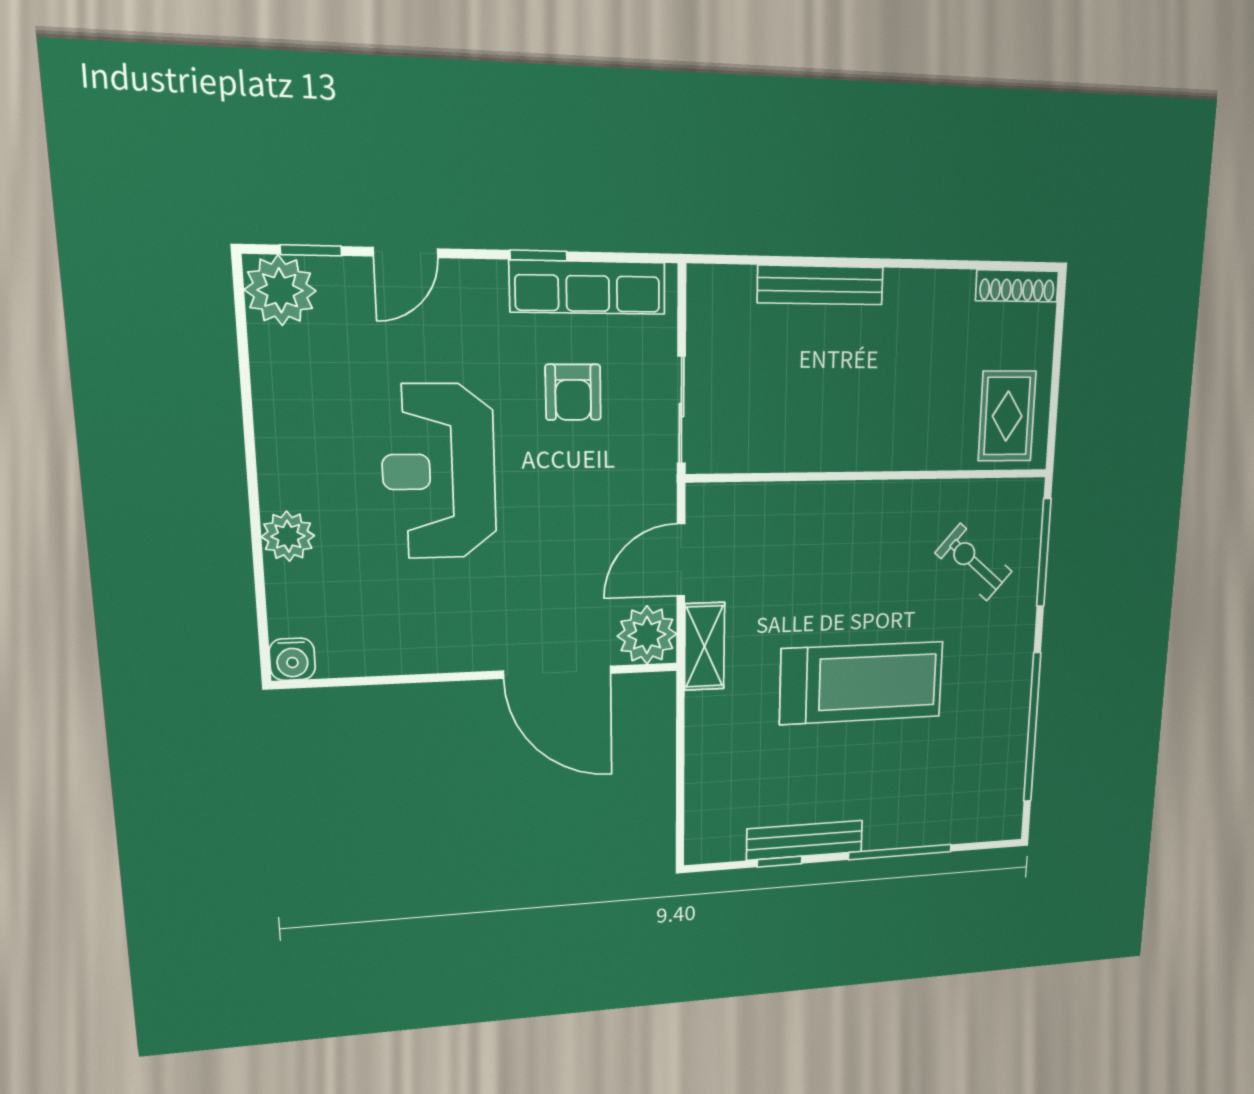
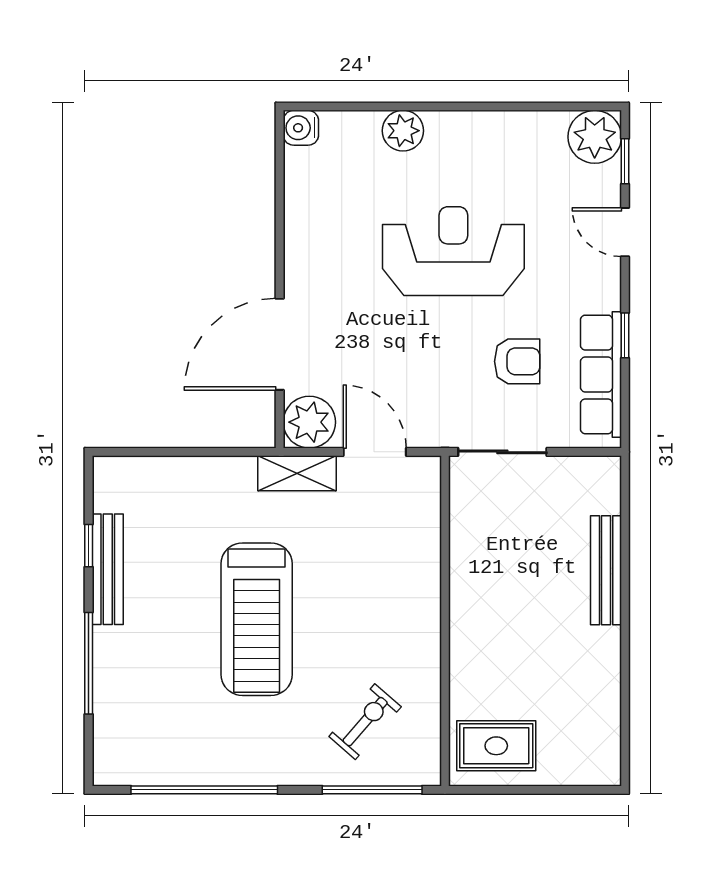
shoe rack: (1017, 286) -> (608, 748), removed
armchair: (573, 392) -> (517, 361), turned 180

